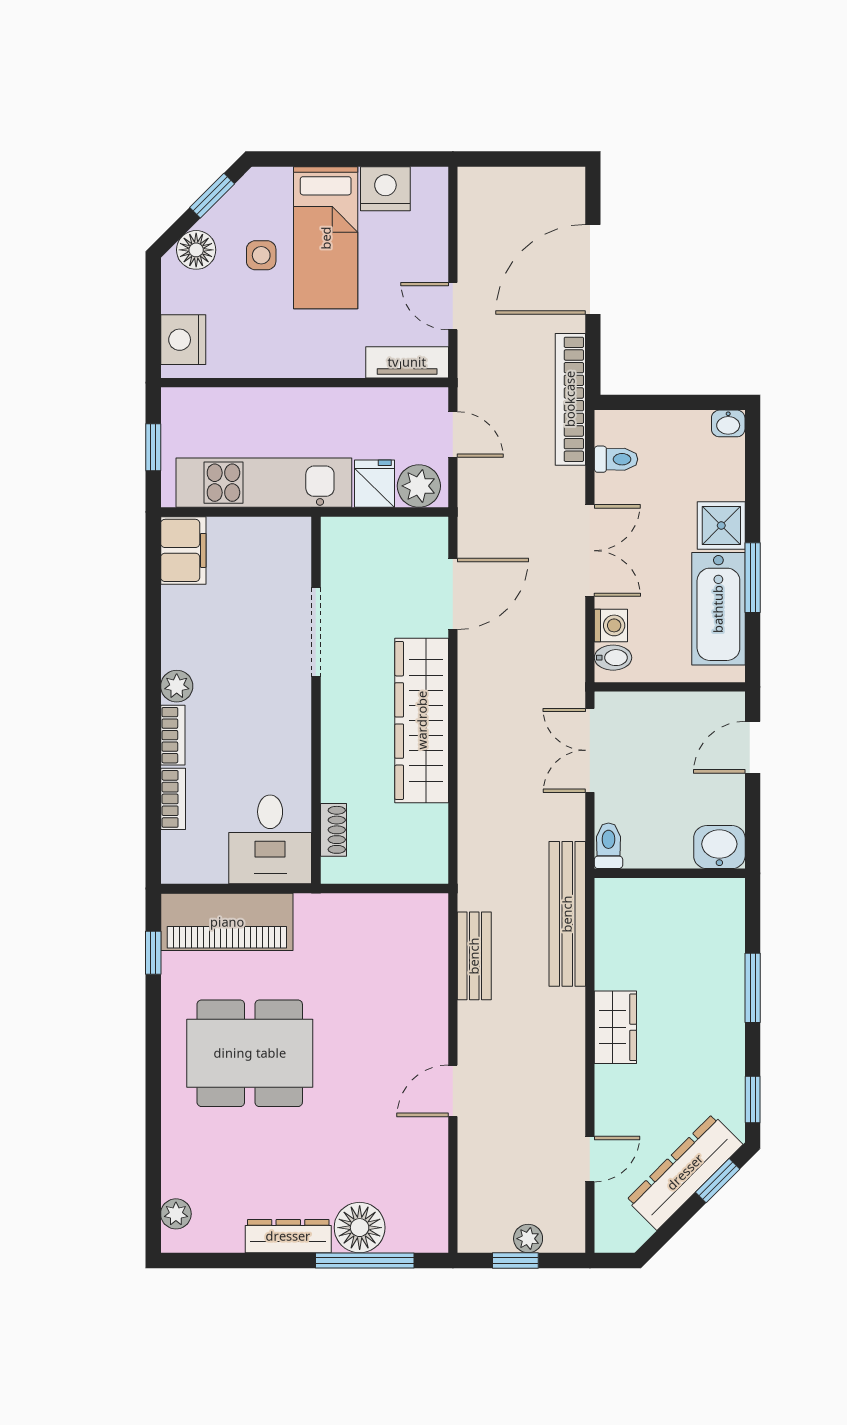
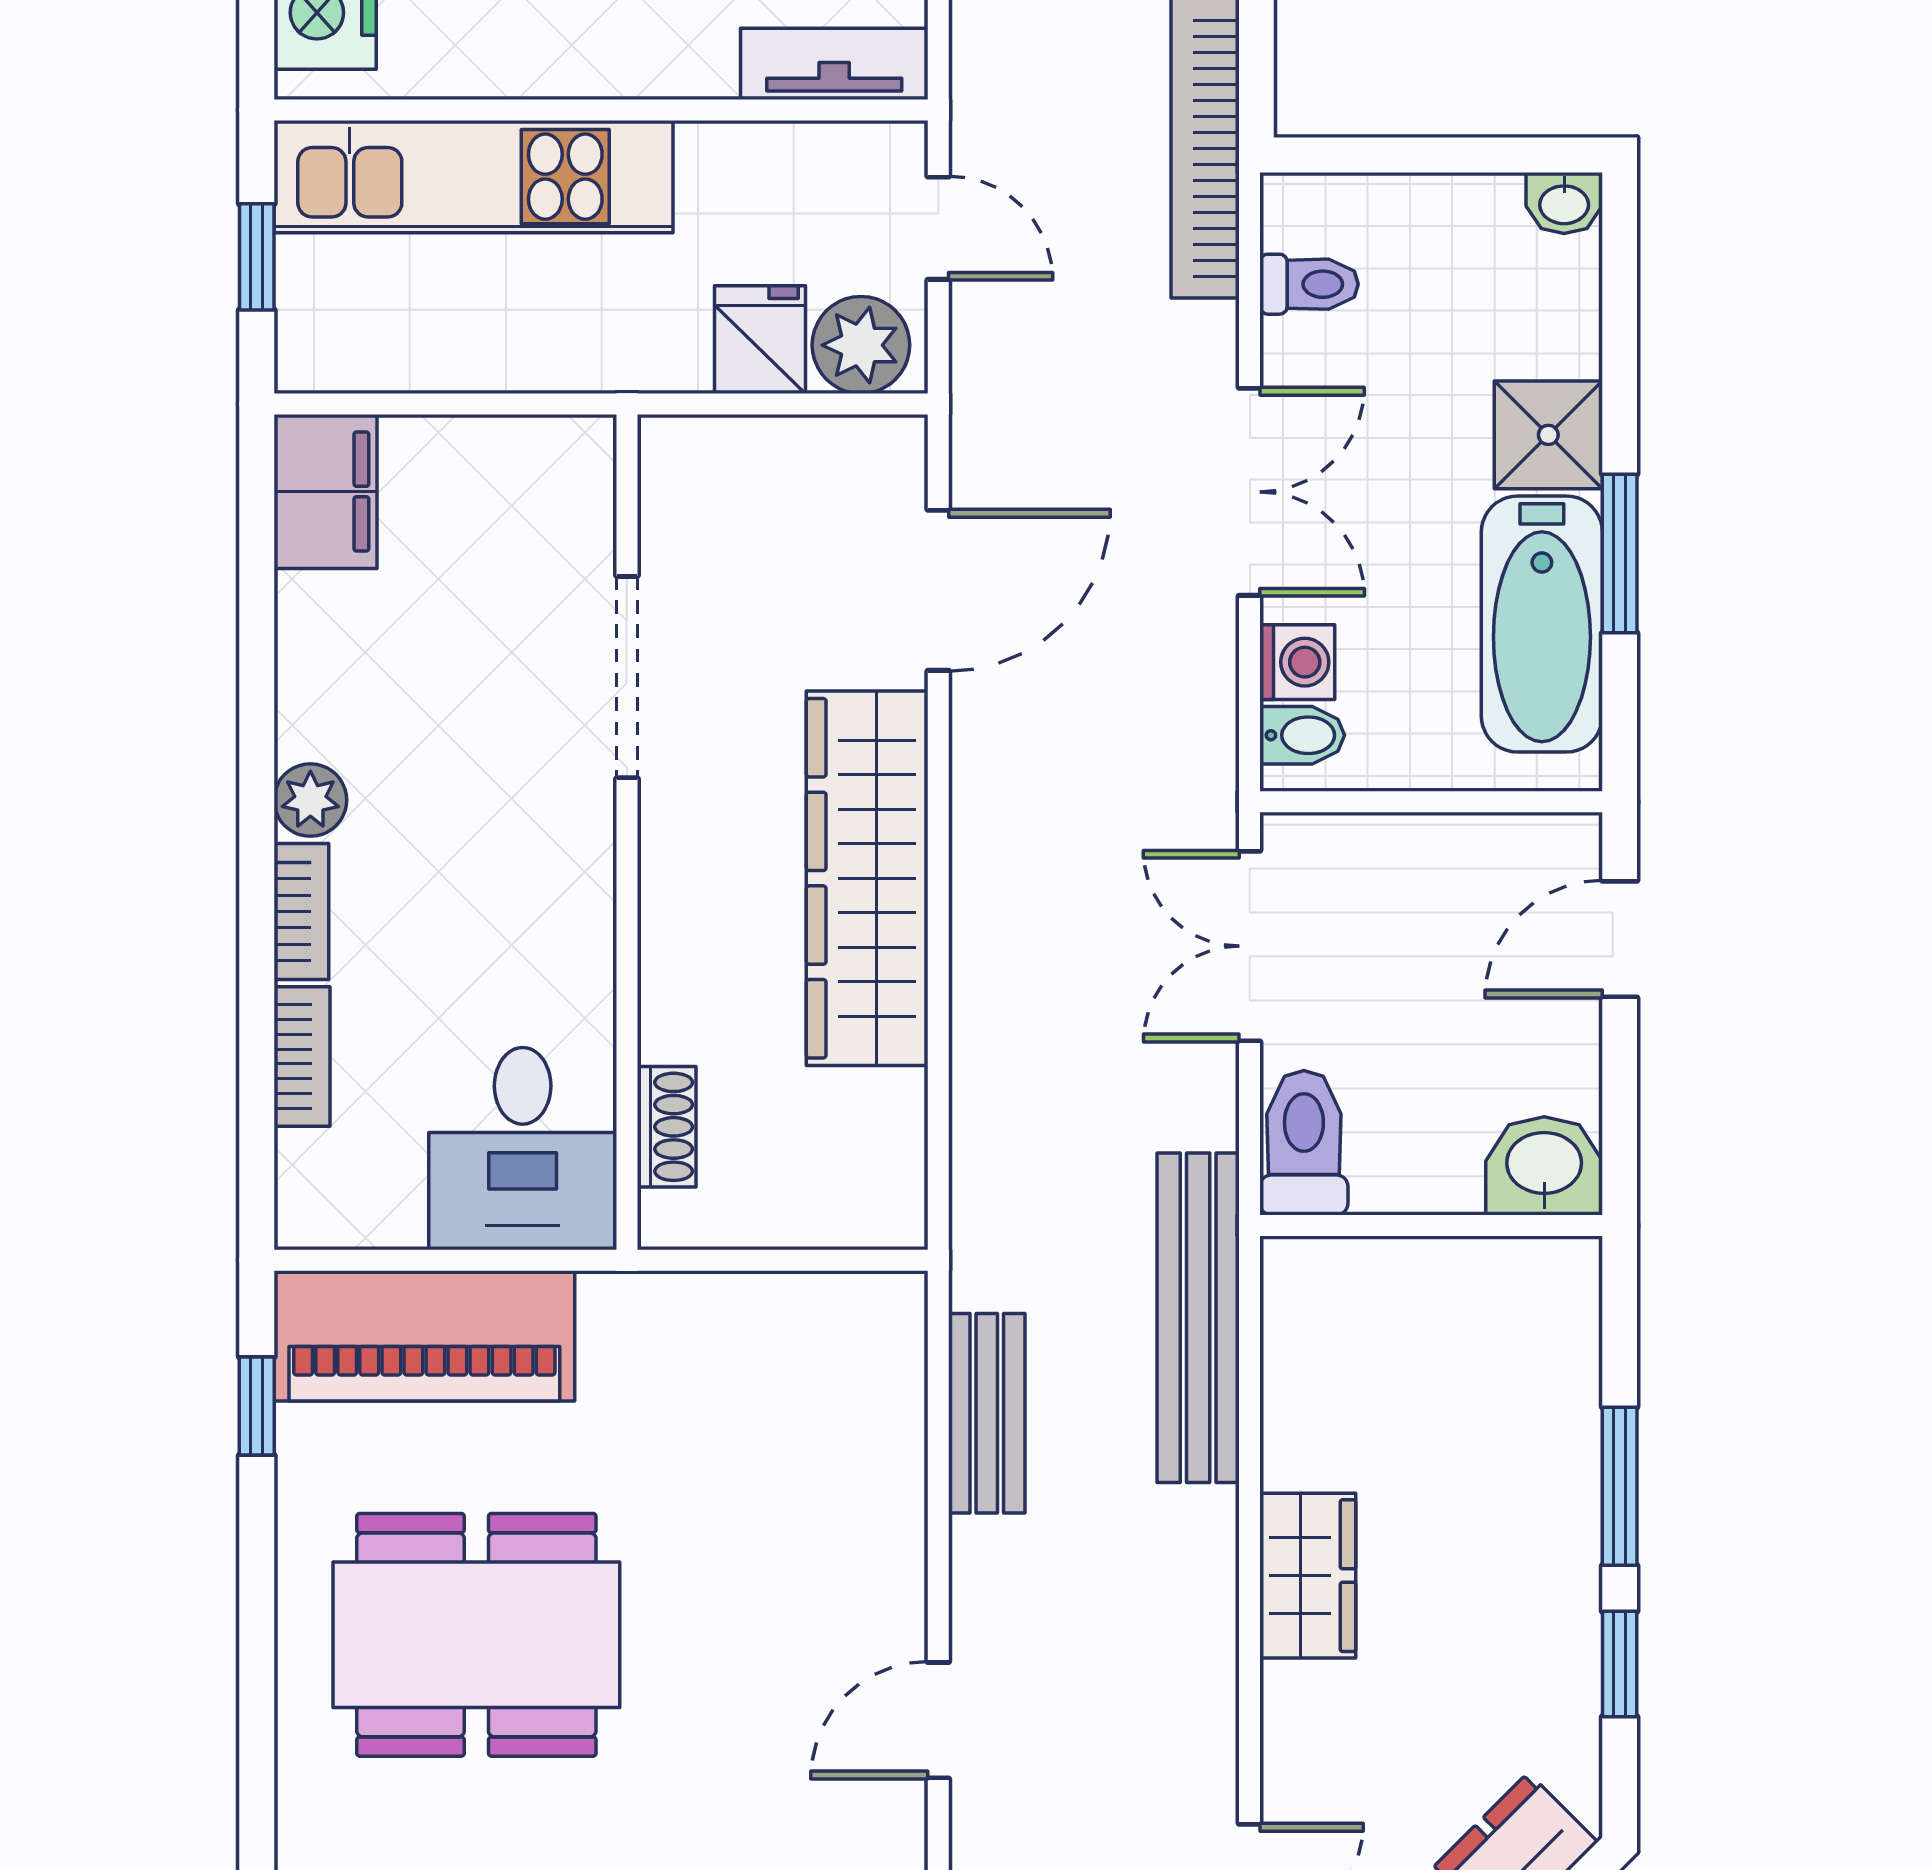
kitchen unit: (264, 483) -> (474, 177), moved, turned 180
toilet: (608, 846) -> (1304, 1143), width x1.37, depth x1.39
window: (753, 1100) -> (1620, 1664), moved

